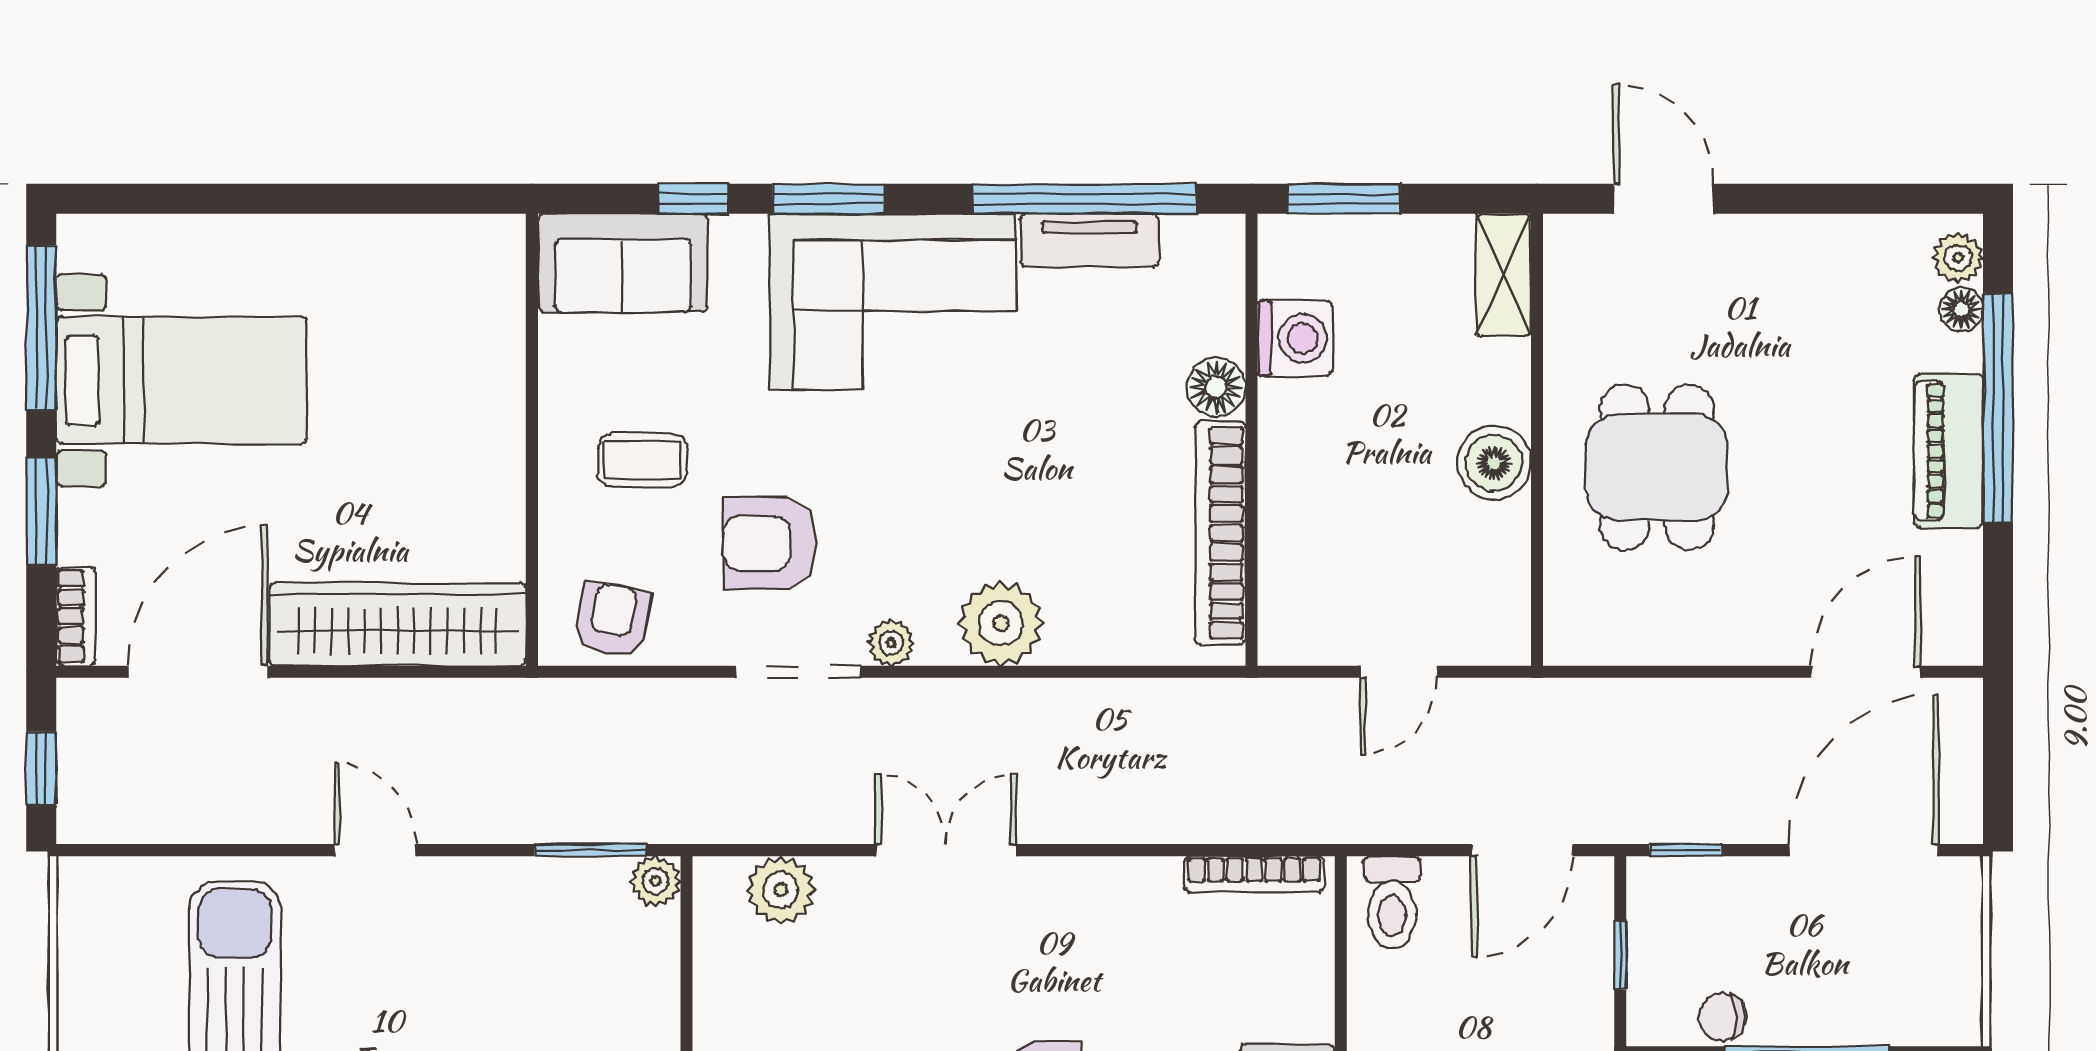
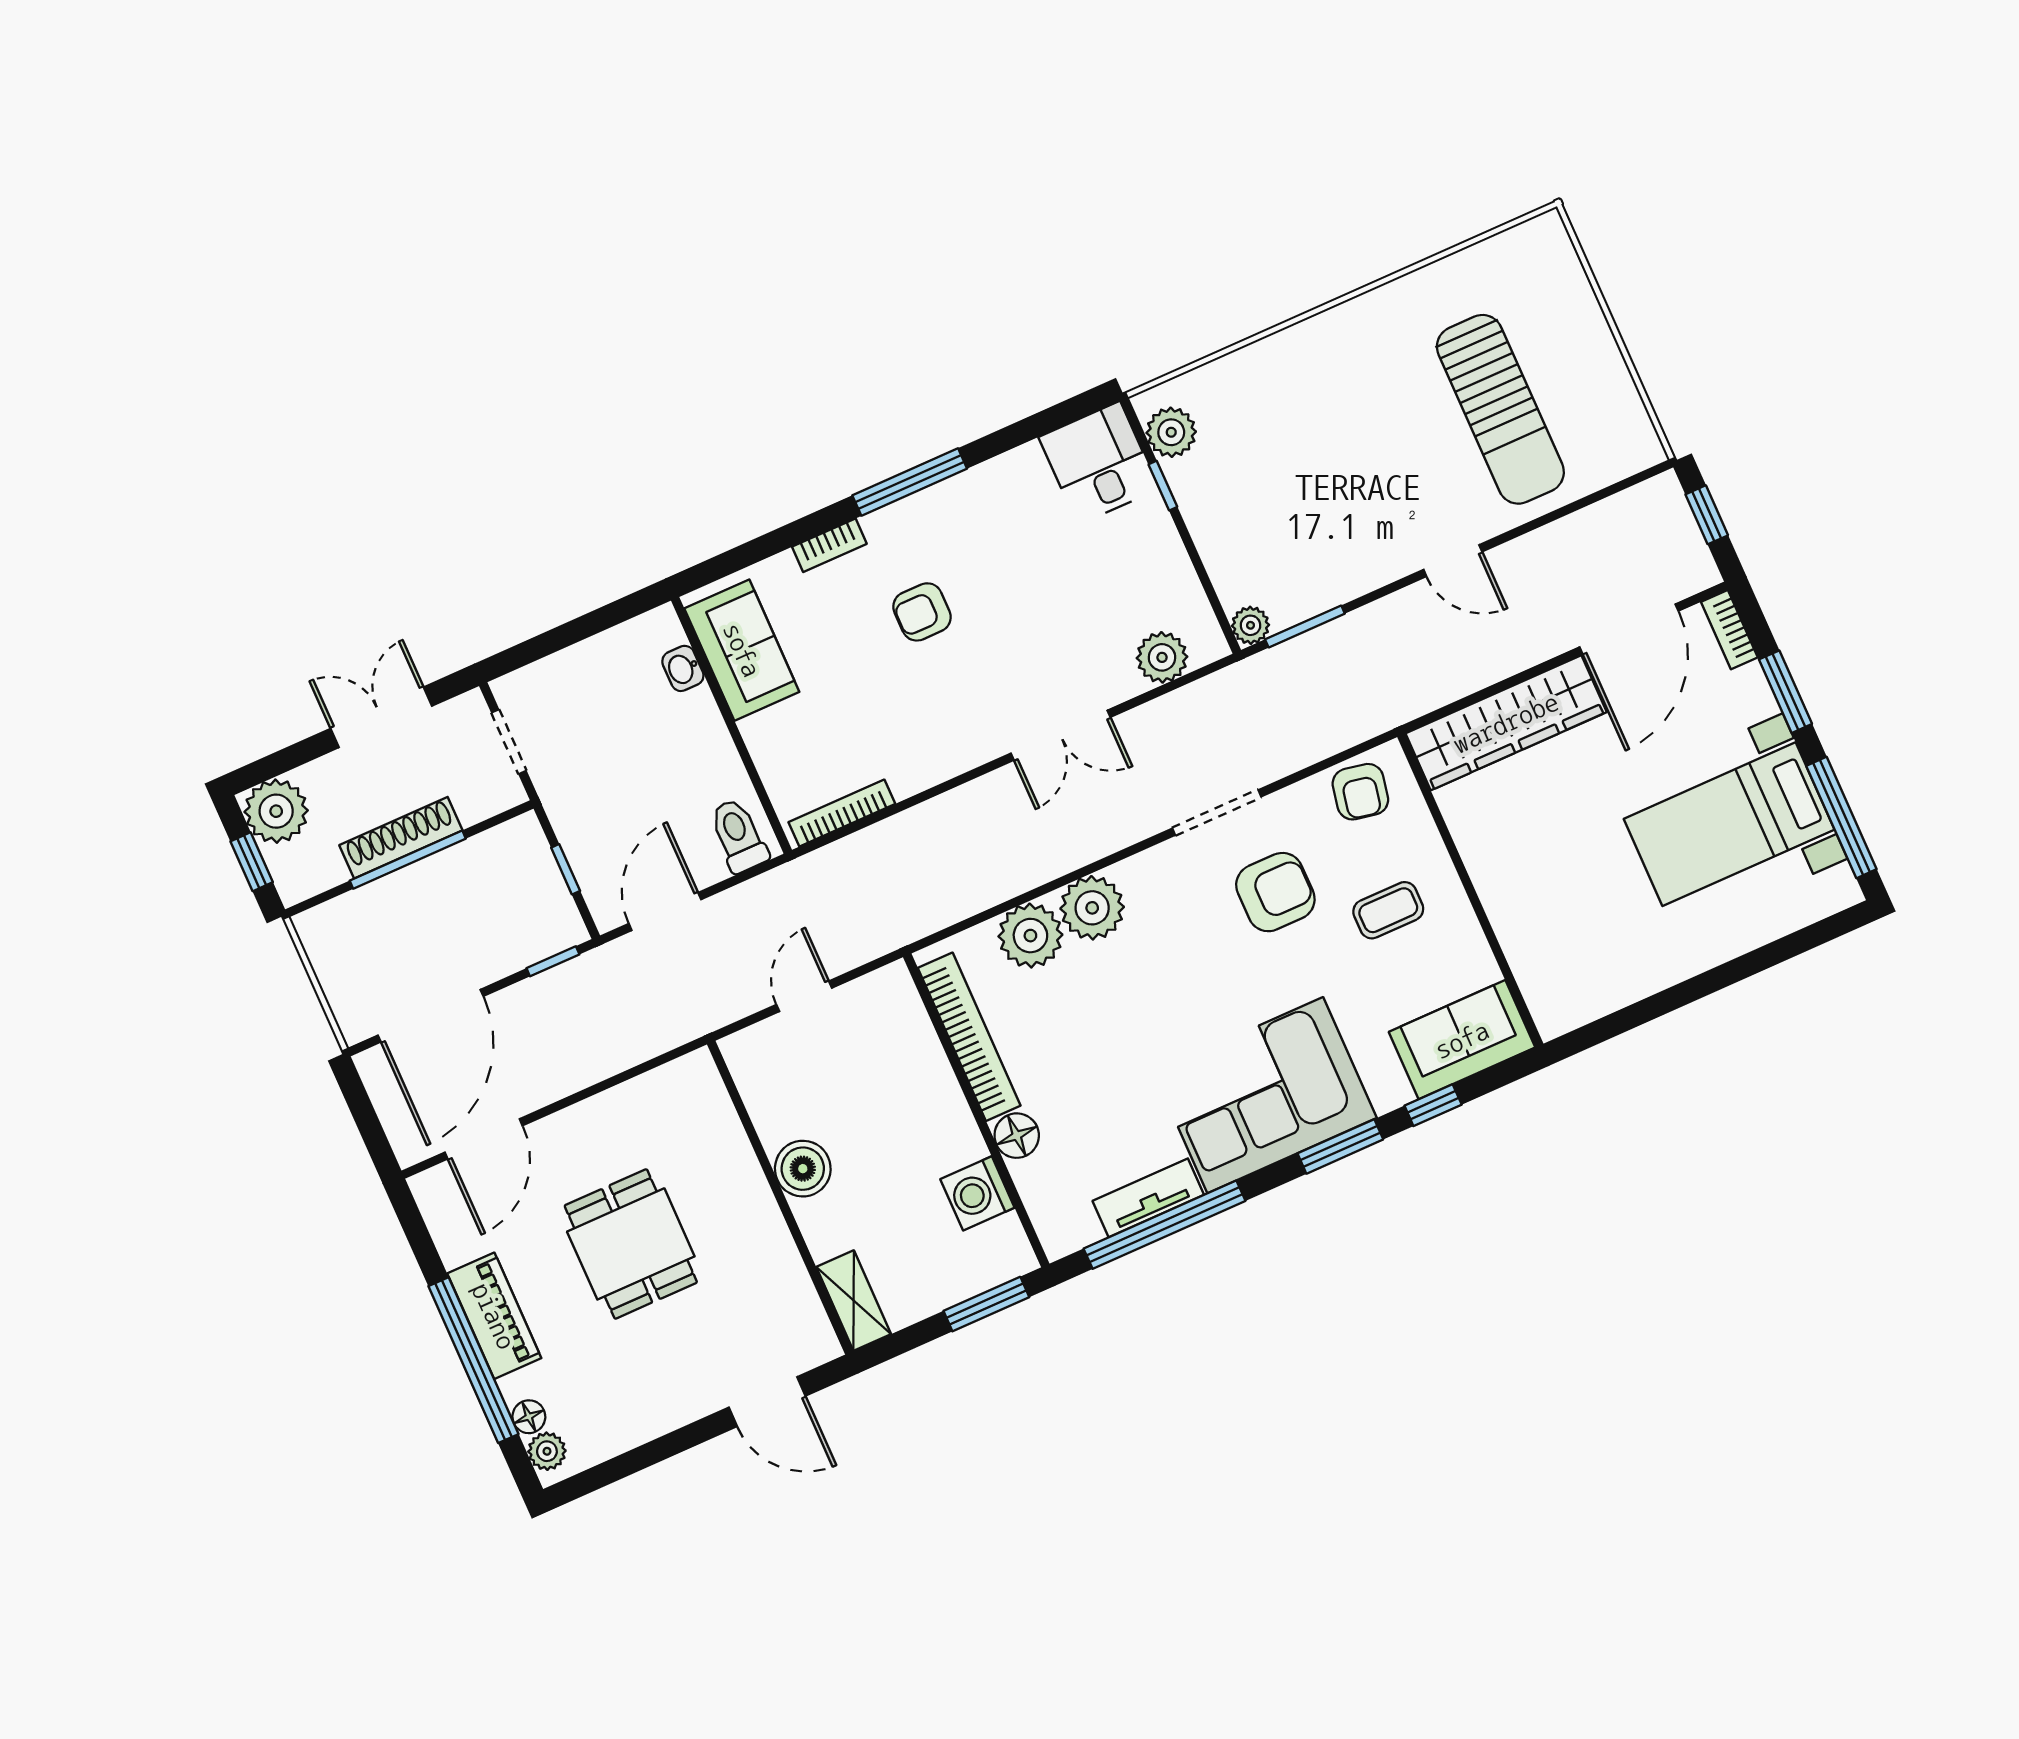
dining table: (1657, 467) -> (631, 1244), moved
plant: (891, 643) -> (1030, 936), moved, width x1.88, depth x1.88
chair: (1722, 1017) -> (477, 858), removed

